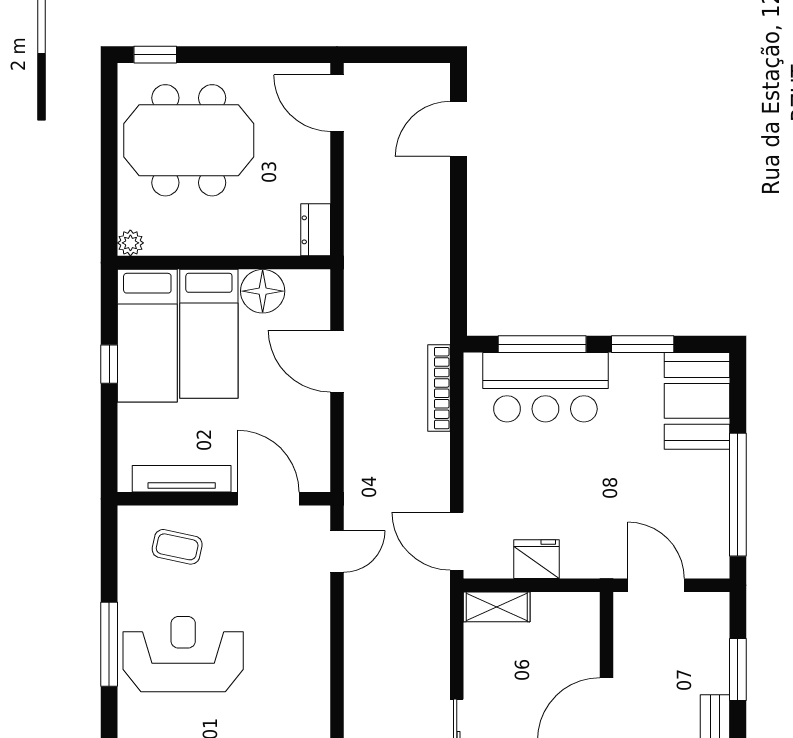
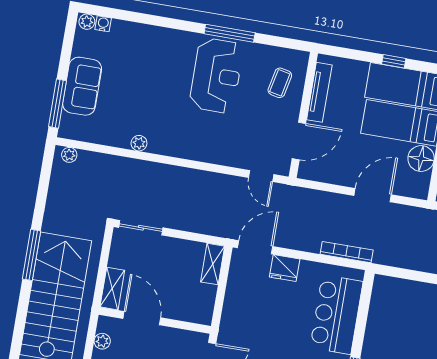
window: (542, 344) -> (362, 317), removed
fridge: (537, 559) -> (285, 268), moved, turned 90

